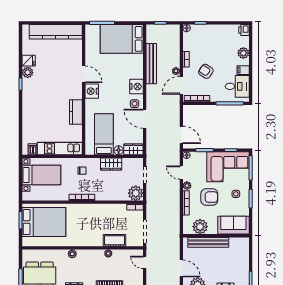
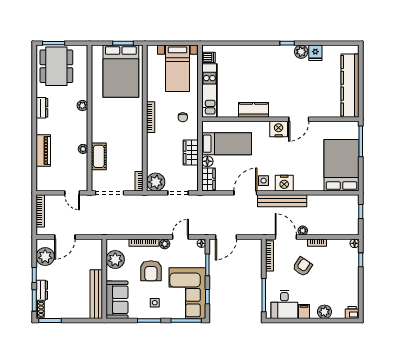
bench: (151, 64) -> (282, 201), moved
bench: (208, 242) -> (96, 294), moved
door: (145, 262) -> (72, 193), swing flipped

